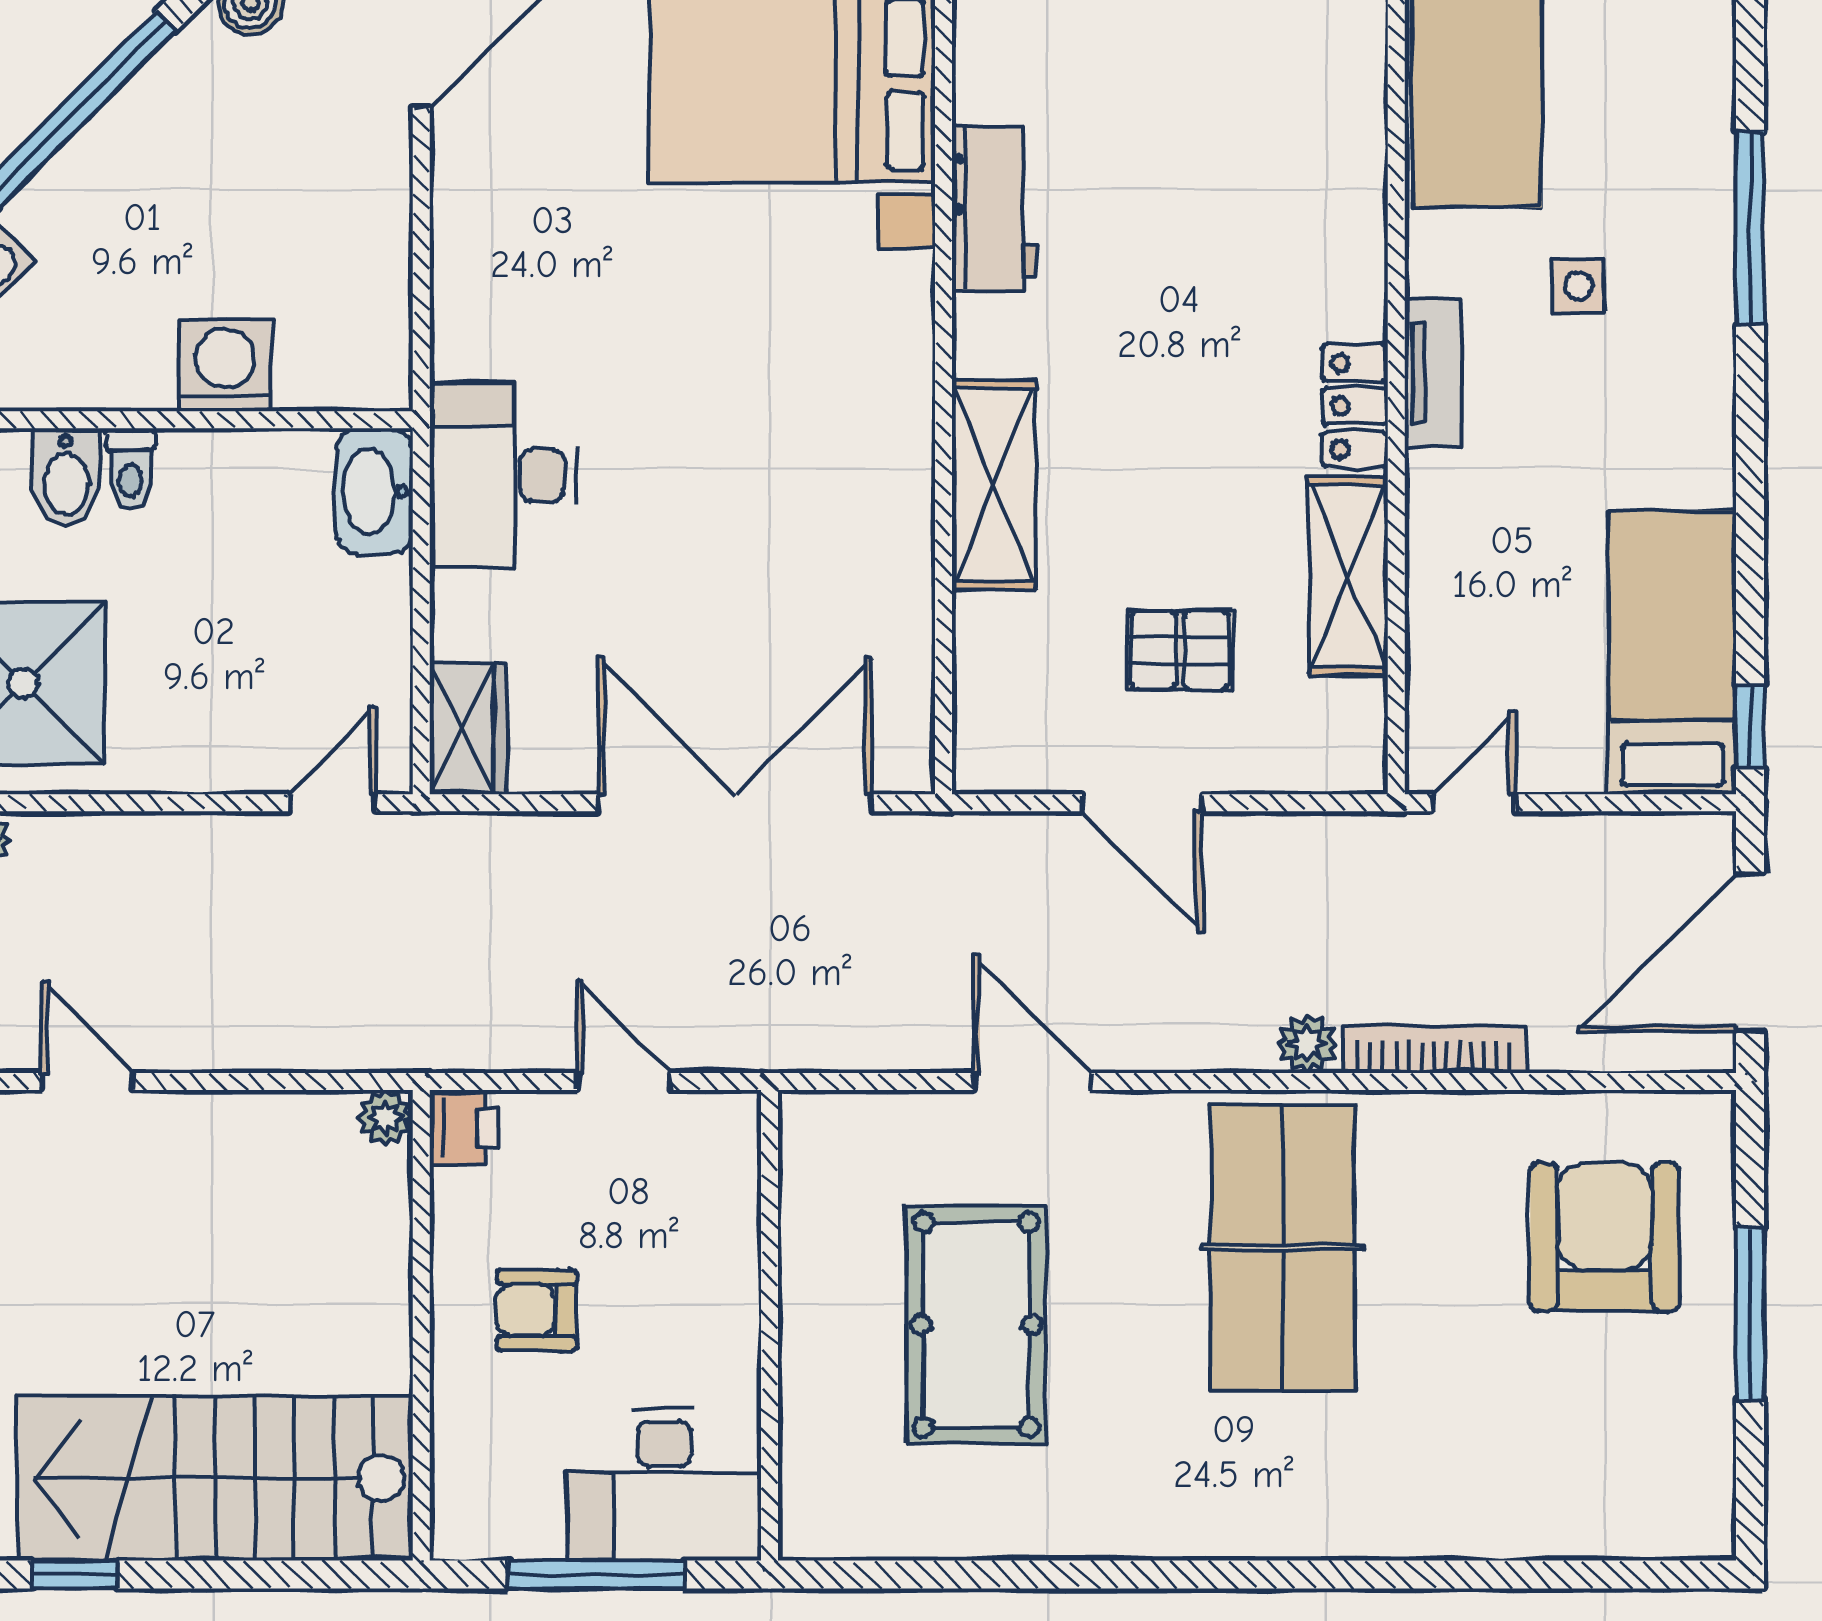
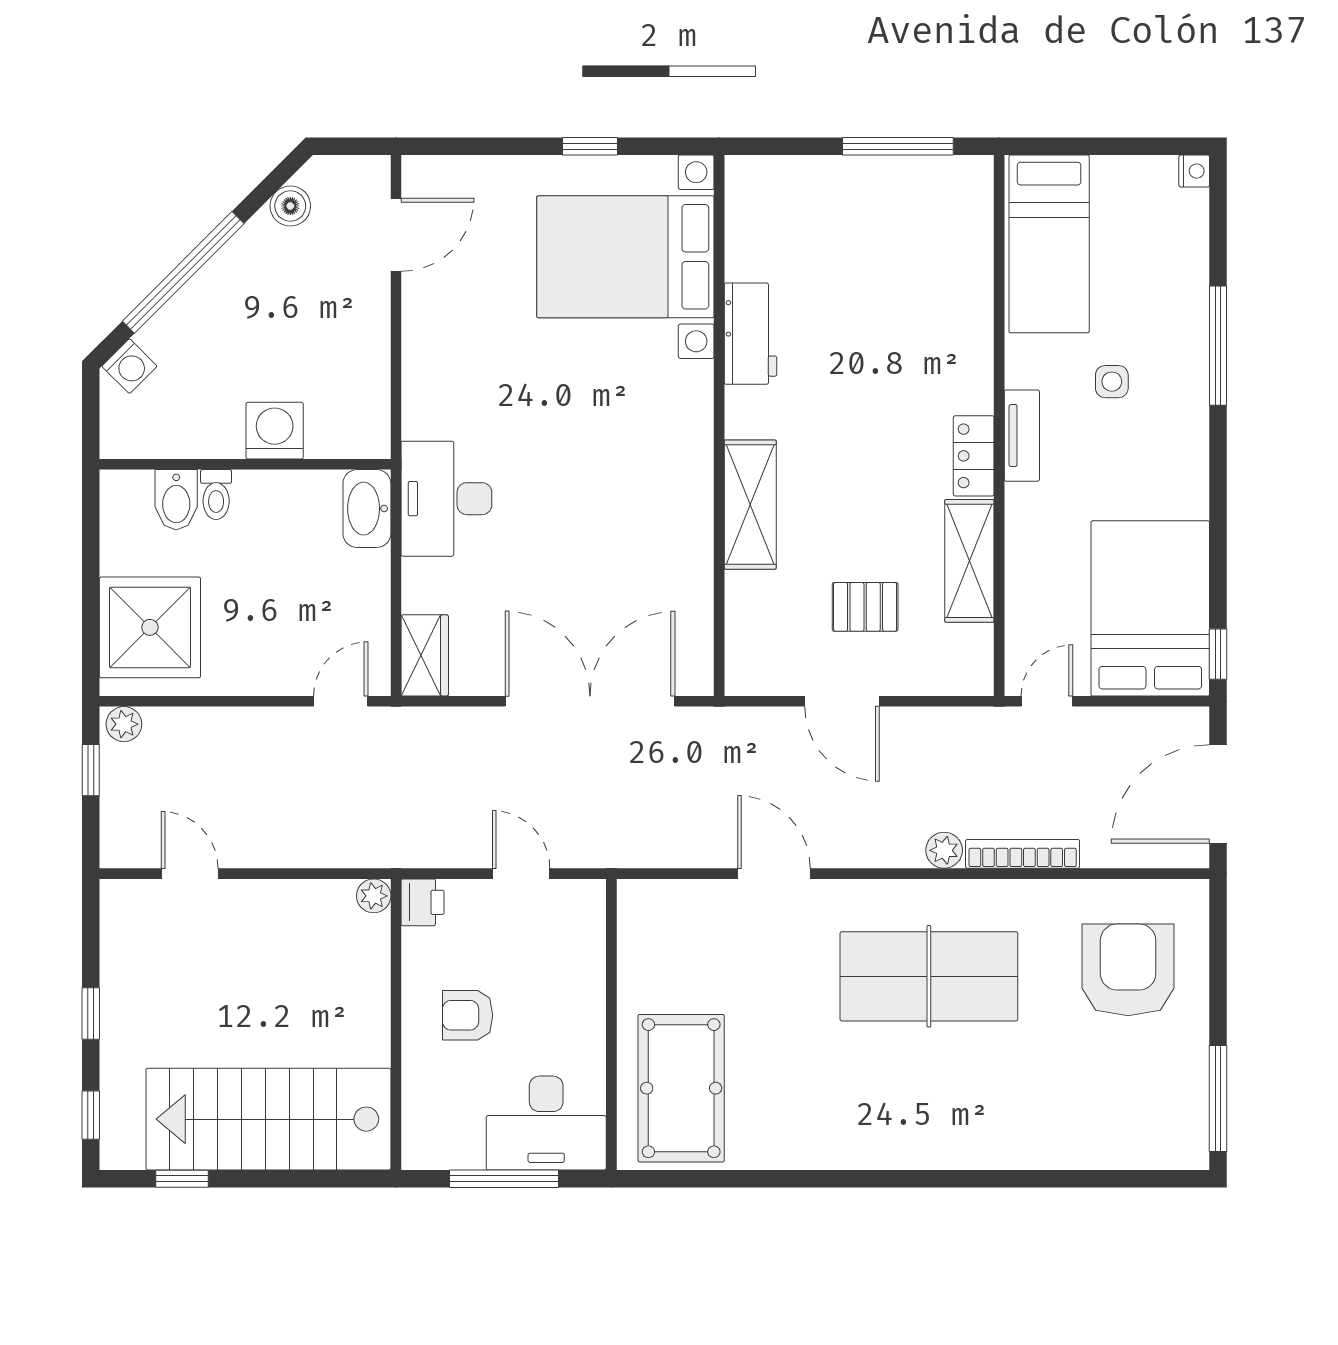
bed: (1672, 653) -> (1150, 608), width x1.50
table tennis table: (1283, 1247) -> (929, 976), turned 90
window: (1750, 1314) -> (1218, 1098), moved
pool table: (976, 1325) -> (681, 1088), moved

